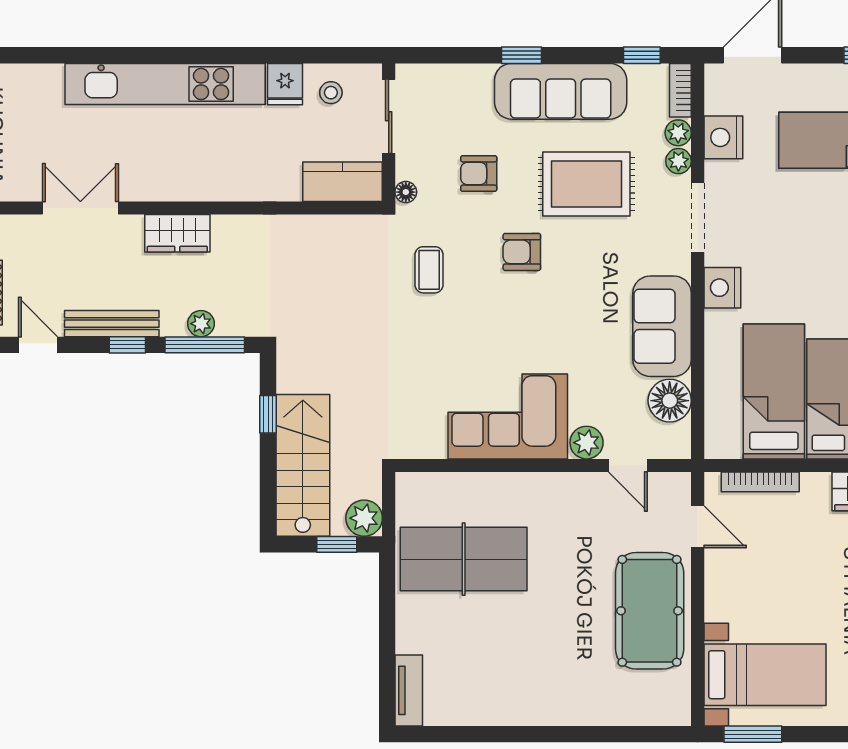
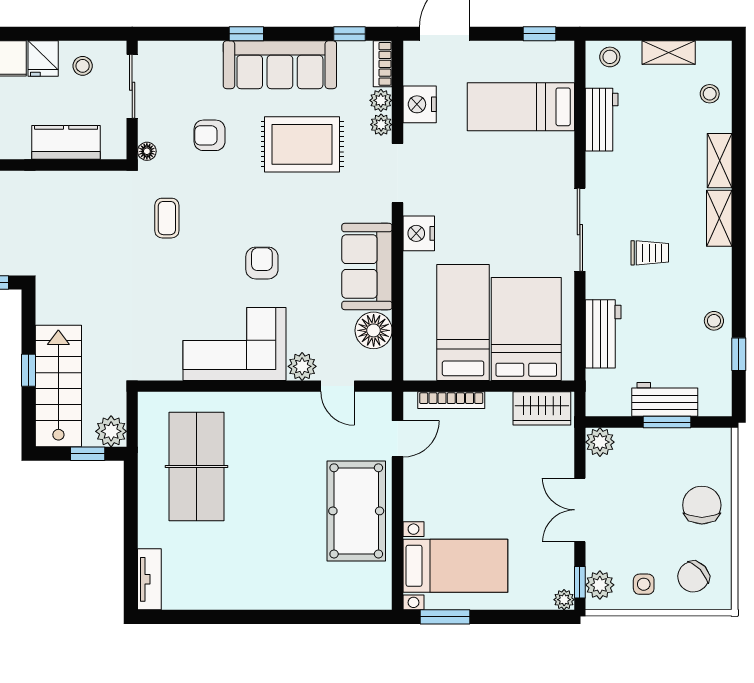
kitchen counter: (343, 182) -> (66, 142), moved
armchair: (522, 252) -> (262, 263), moved, turned 90
window: (268, 414) -> (29, 370), moved
door: (698, 527) -> (398, 439), hinge flipped
table tennis table: (464, 559) -> (197, 466), turned 90

